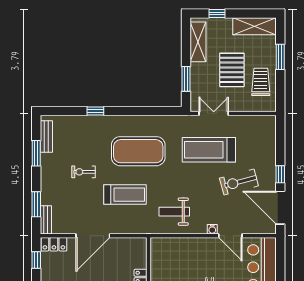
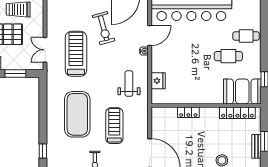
treadmill: (209, 150) -> (76, 54), turned 180
weight bench: (174, 212) -> (129, 84), turned 180
fridge: (177, 246) -> (158, 81), added

